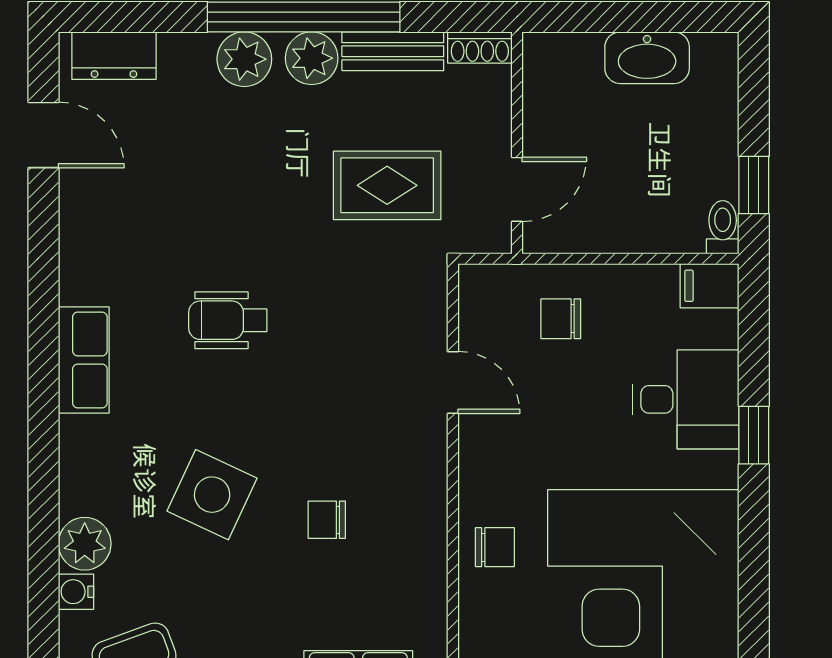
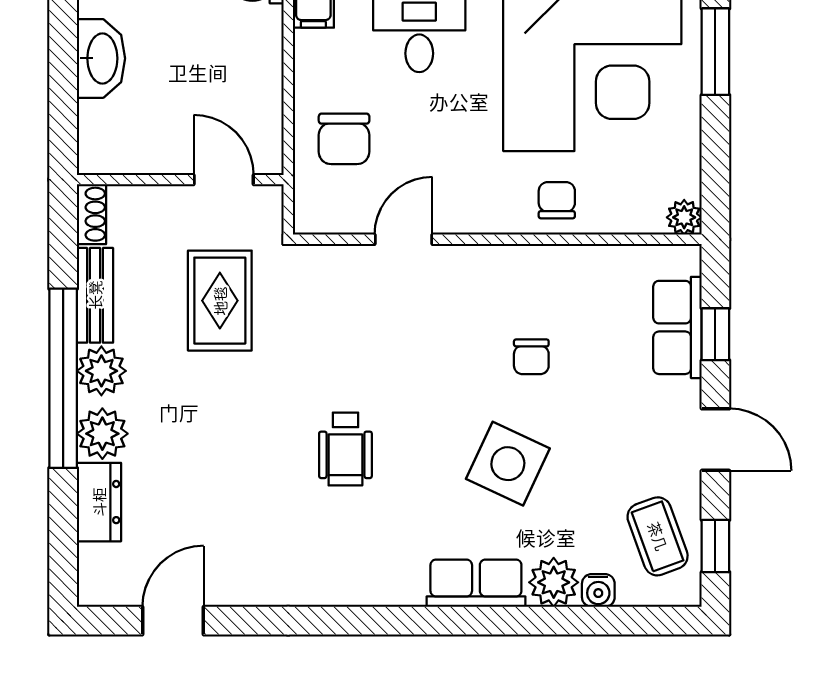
dresser: (114, 56) -> (99, 502), moved
chair: (561, 319) -> (344, 139), width x1.37, depth x1.37
row of seats: (84, 360) -> (476, 583), moved

